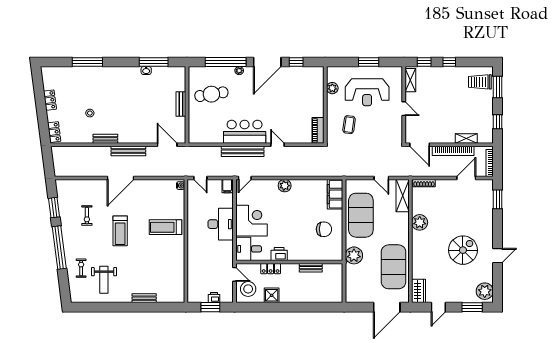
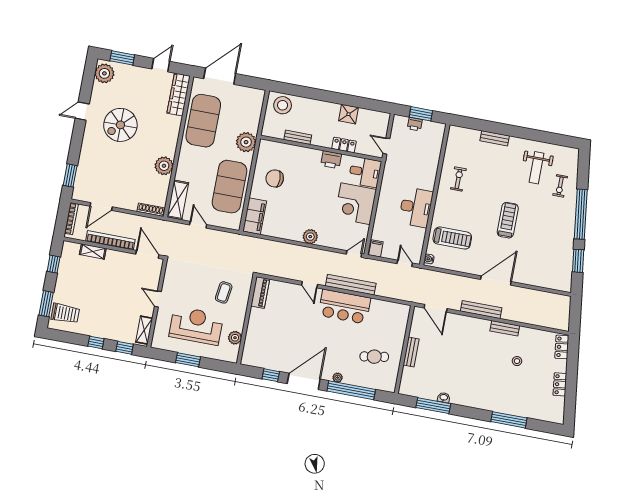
cafe table: (211, 94) -> (374, 357), width x0.73, depth x0.74
exercise bike: (87, 216) -> (458, 179), moved
desk: (221, 224) -> (416, 207), moved, turned 180
treadmill: (165, 227) -> (452, 238), moved
weight bench: (104, 280) -> (537, 168), turned 180
stool: (248, 289) -> (283, 105), moved
wardrobe: (419, 291) -> (179, 95), width x1.50

